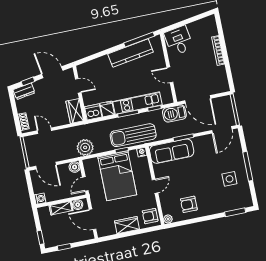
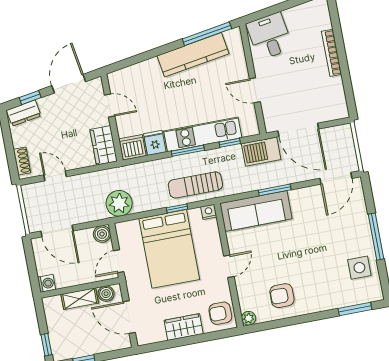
door: (52, 72) -> (69, 84), hinge flipped
sun lounger: (133, 135) -> (195, 185), width x0.73, depth x0.75
side table: (229, 179) -> (359, 268), moved

